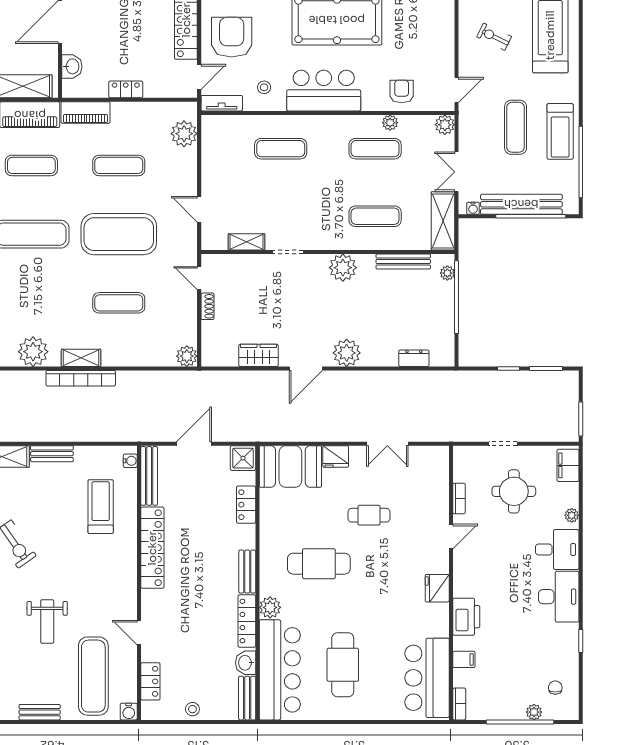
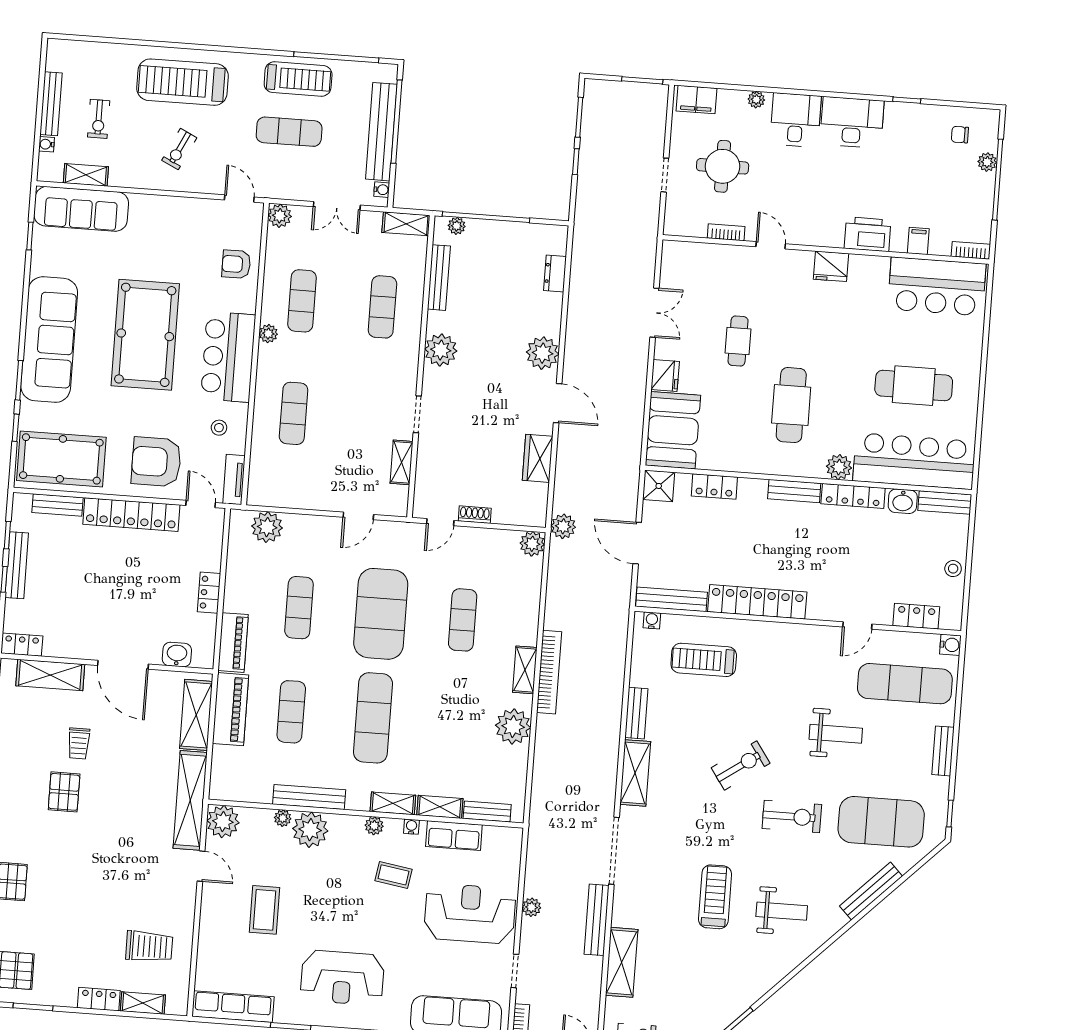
plant: (390, 123) -> (268, 334), moved
shelving: (443, 221) -> (406, 224), width x0.67, depth x0.75
plant: (203, 381) -> (563, 526), added

